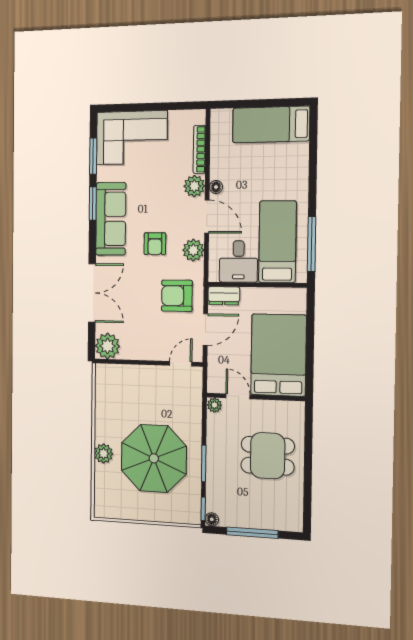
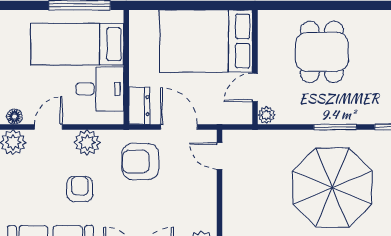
door: (207, 217) -> (48, 127), width x0.73
armchair: (155, 244) -> (80, 189), turned -90
armchair: (177, 296) -> (140, 162), turned 90

